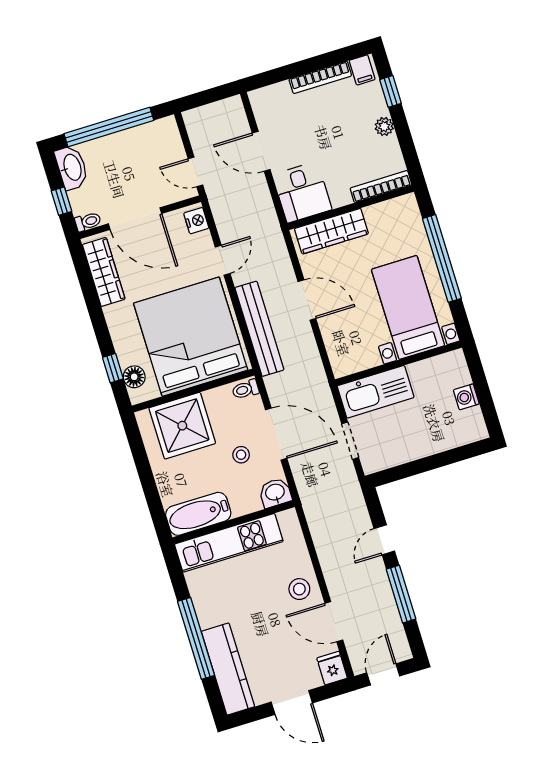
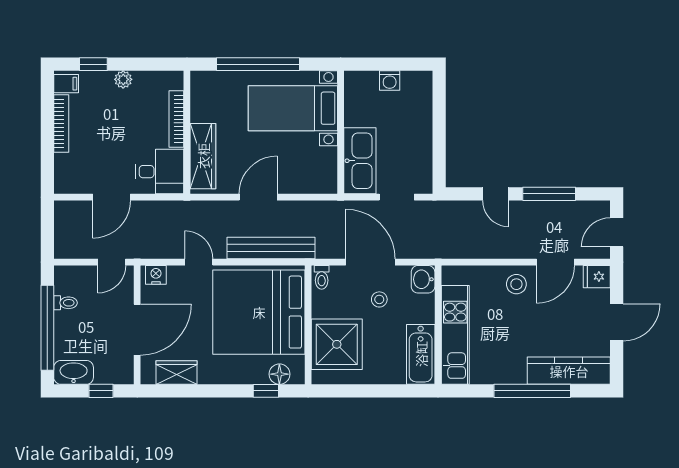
bookcase: (381, 187) -> (176, 119), moved
toilet: (88, 222) -> (66, 303), moved, turned 90
wardrobe: (104, 272) -> (176, 373), width x0.67
door: (276, 434) -> (370, 262), hinge flipped
door: (383, 674) -> (617, 232), hinge flipped

